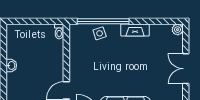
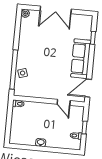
fireplace: (135, 30) -> (23, 46), removed
double door: (186, 69) -> (56, 10), width x1.37

